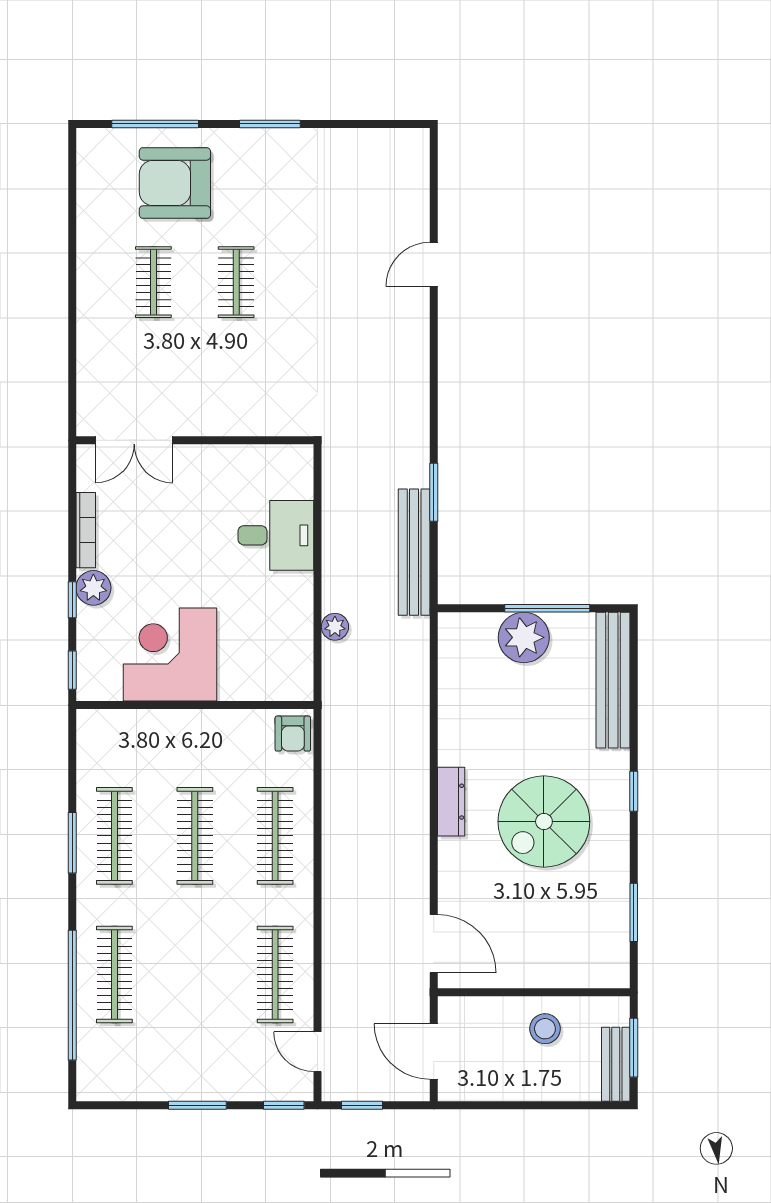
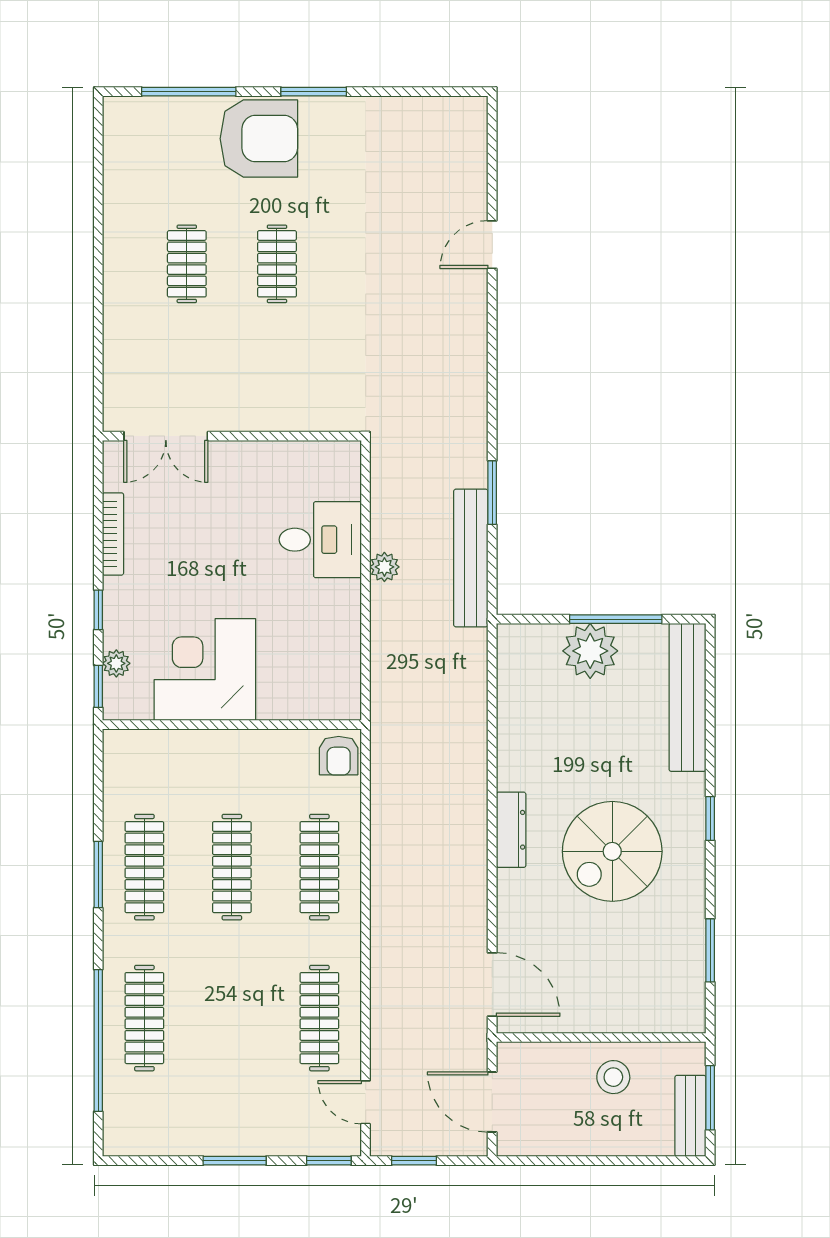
armchair: (175, 183) -> (259, 139), moved, turned 180
plant: (93, 588) -> (116, 663), moved, width x0.73, depth x0.73
plant: (335, 627) -> (384, 567), moved

